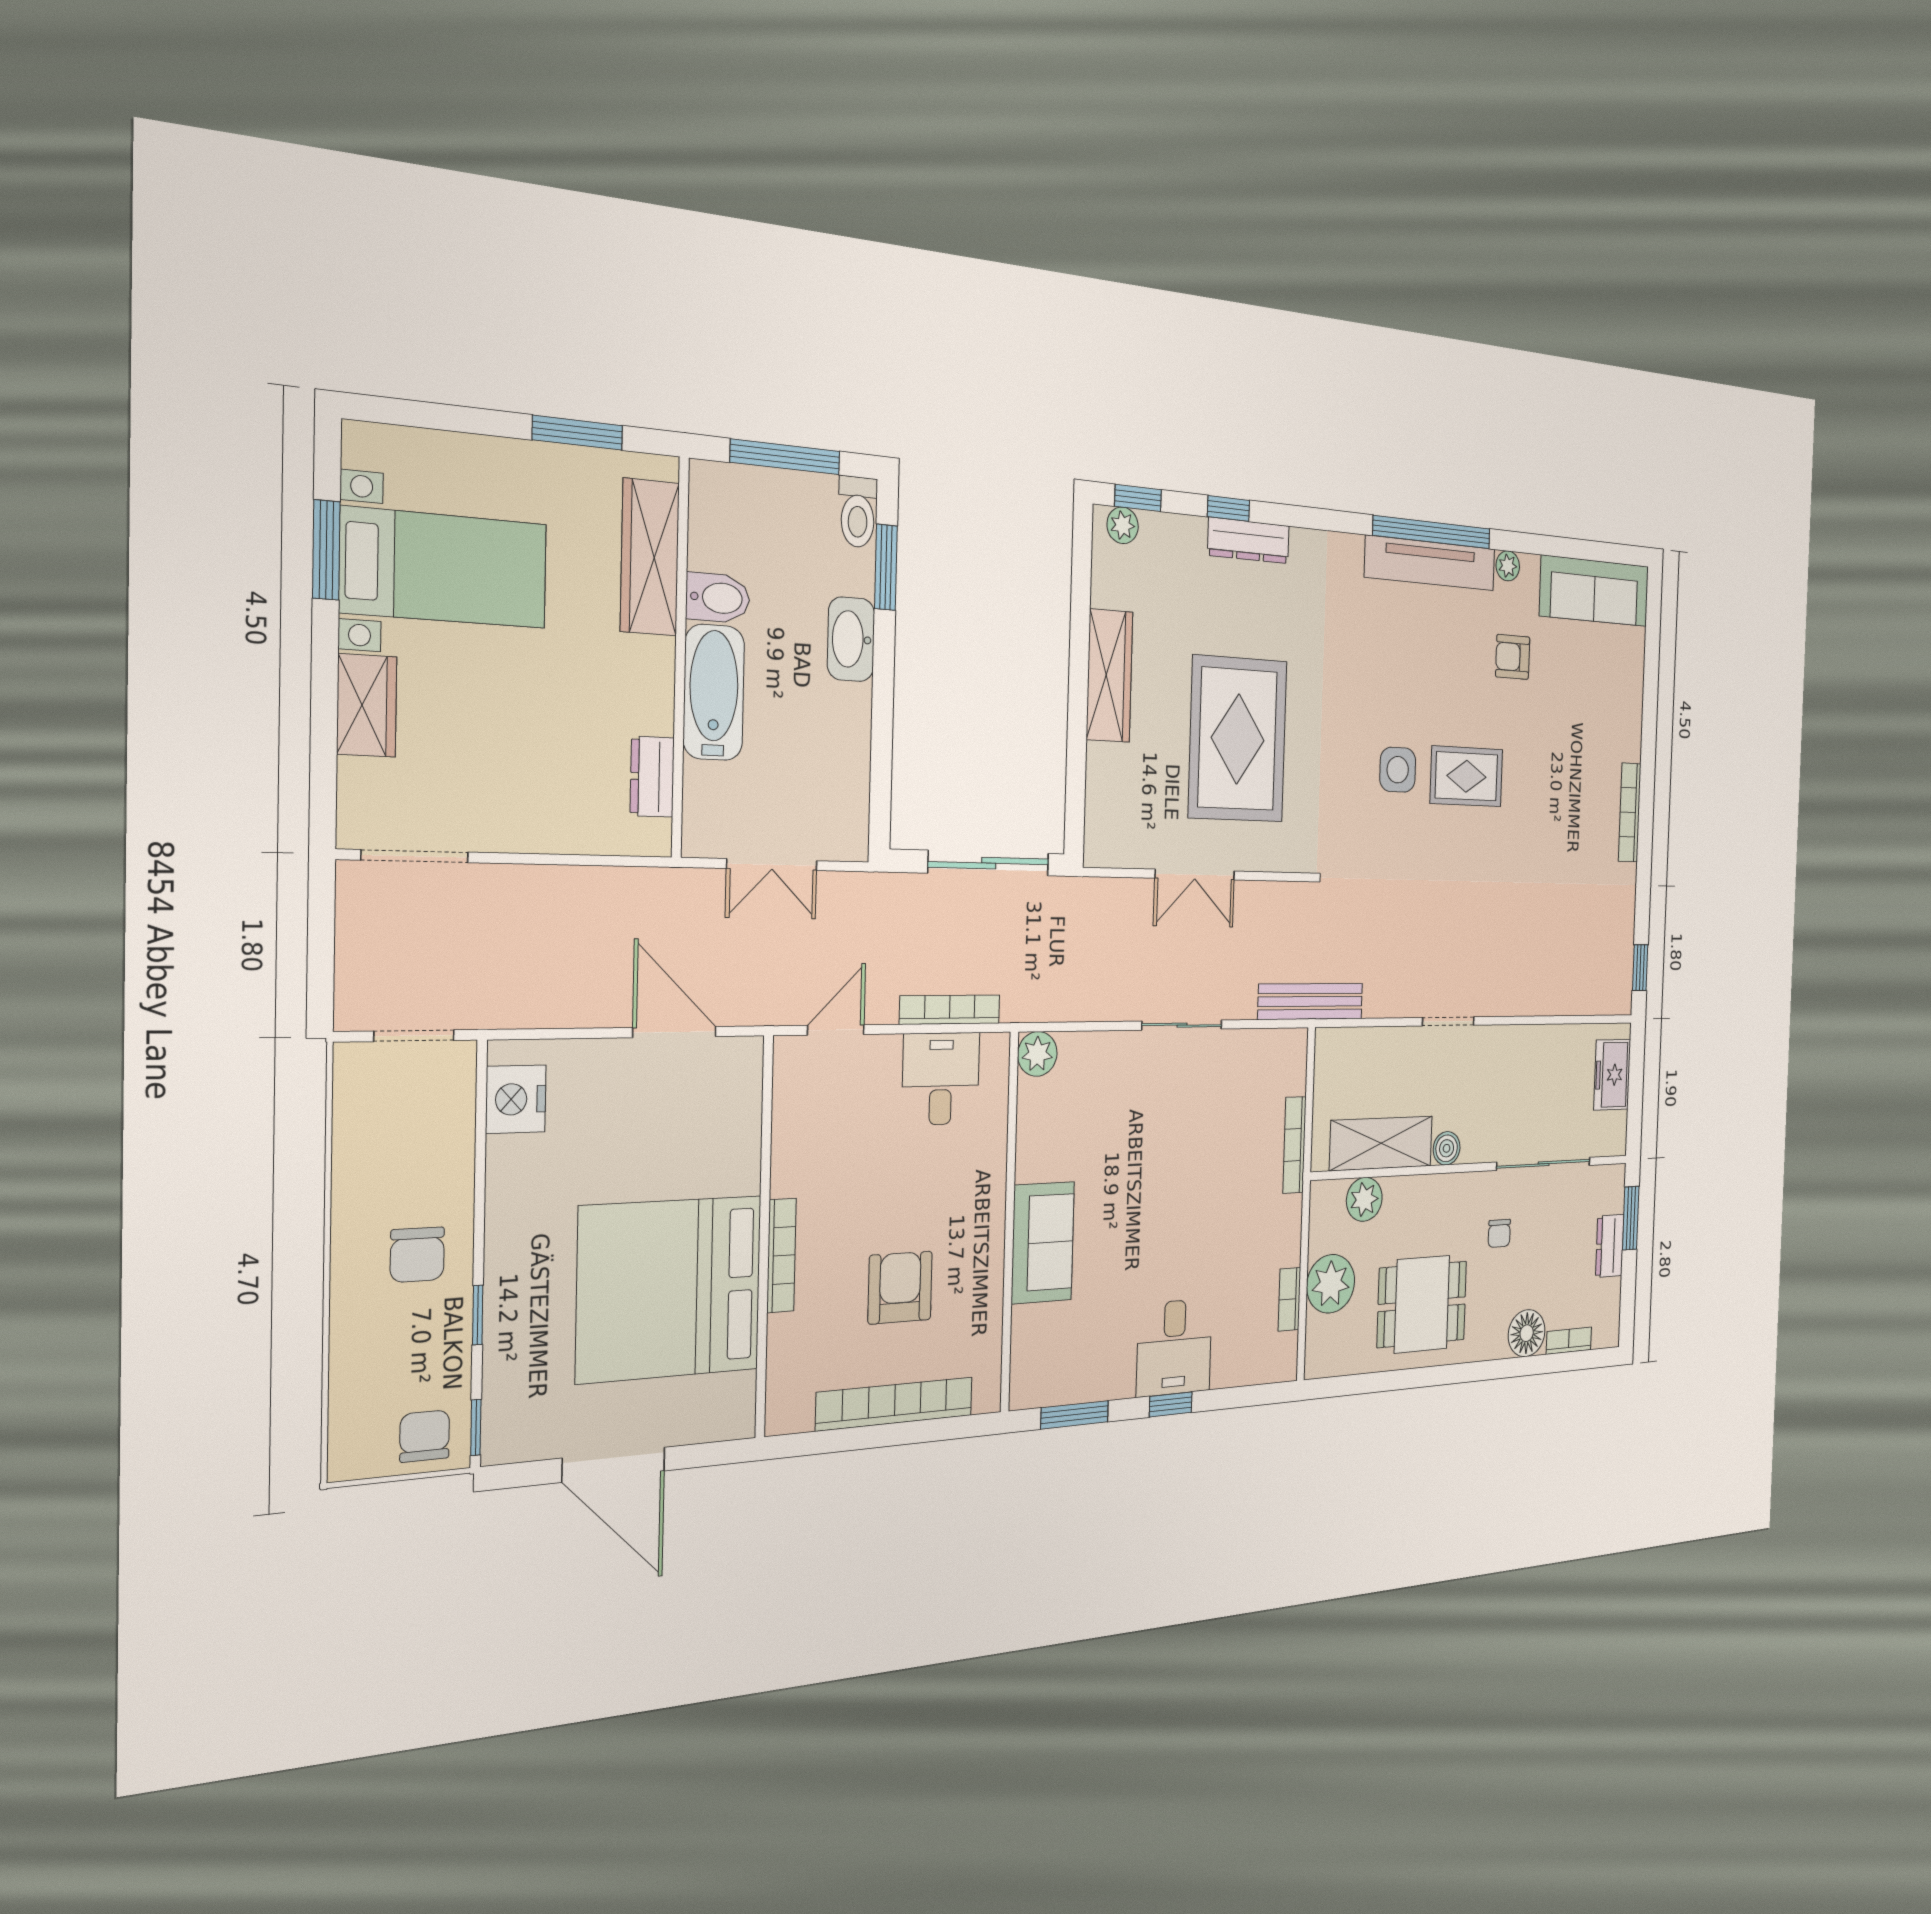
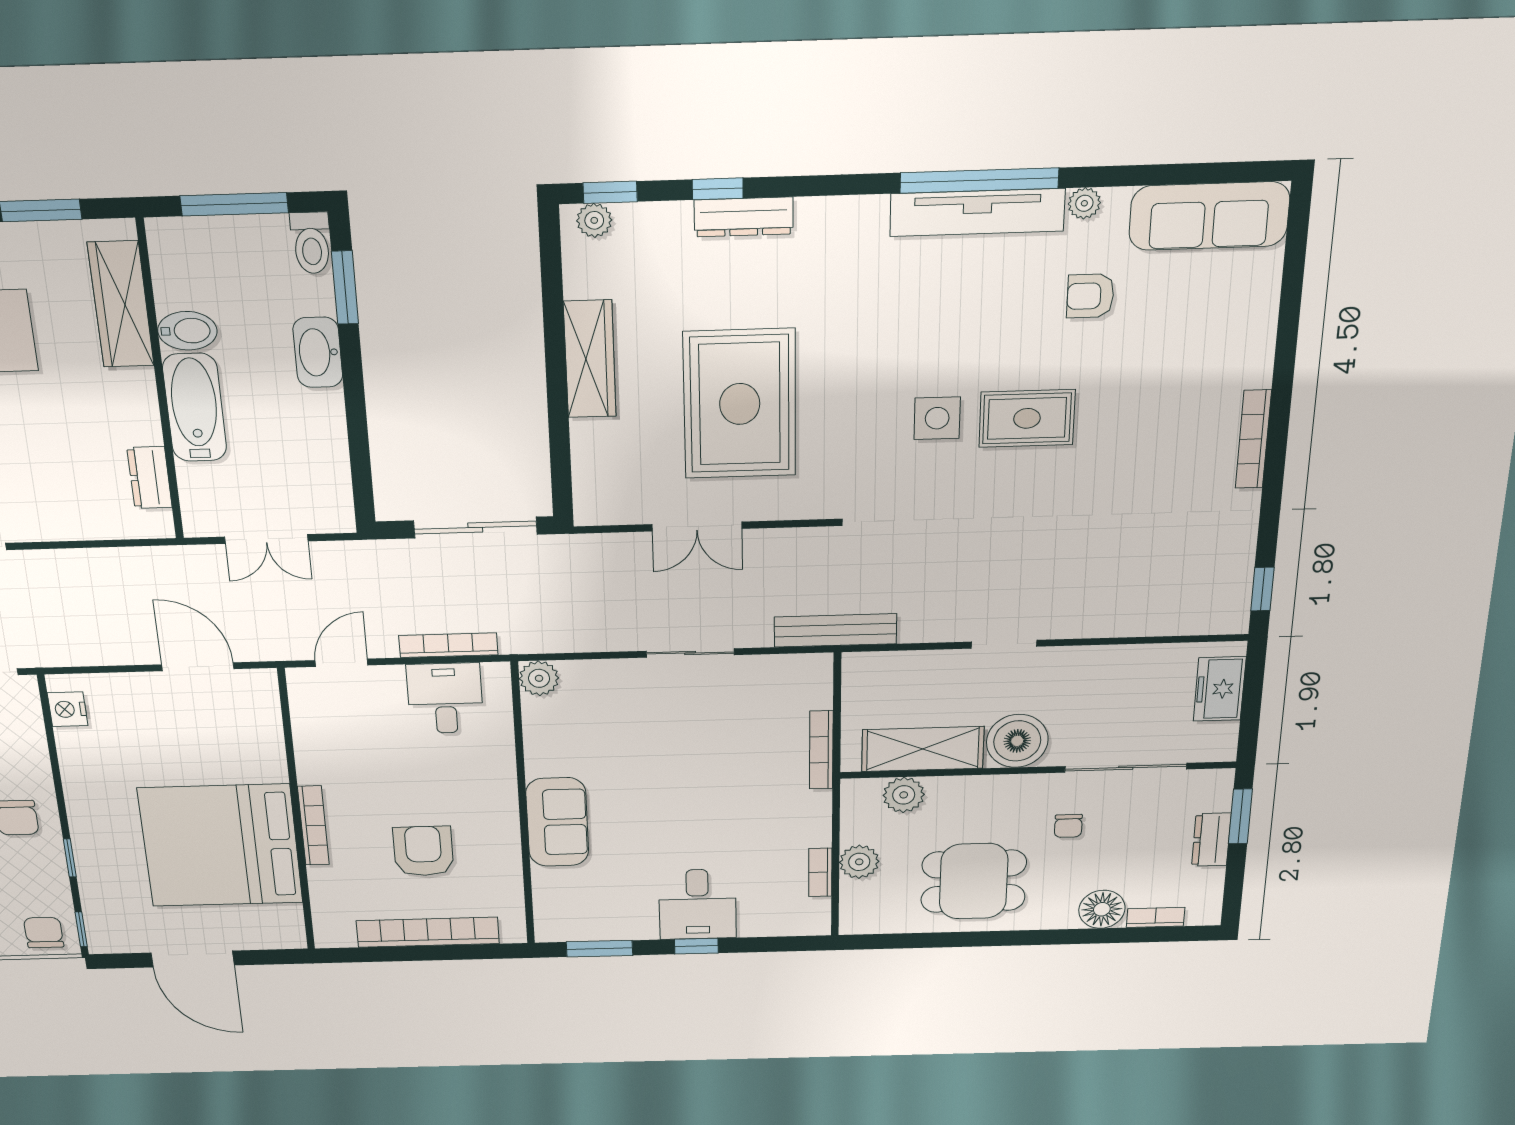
nightstand: (516, 1099) -> (68, 709), width x0.74, depth x0.75
boiler: (1447, 1148) -> (1017, 741), width x1.86, depth x1.86
plant: (1331, 1284) -> (859, 862), width x0.73, depth x0.73

